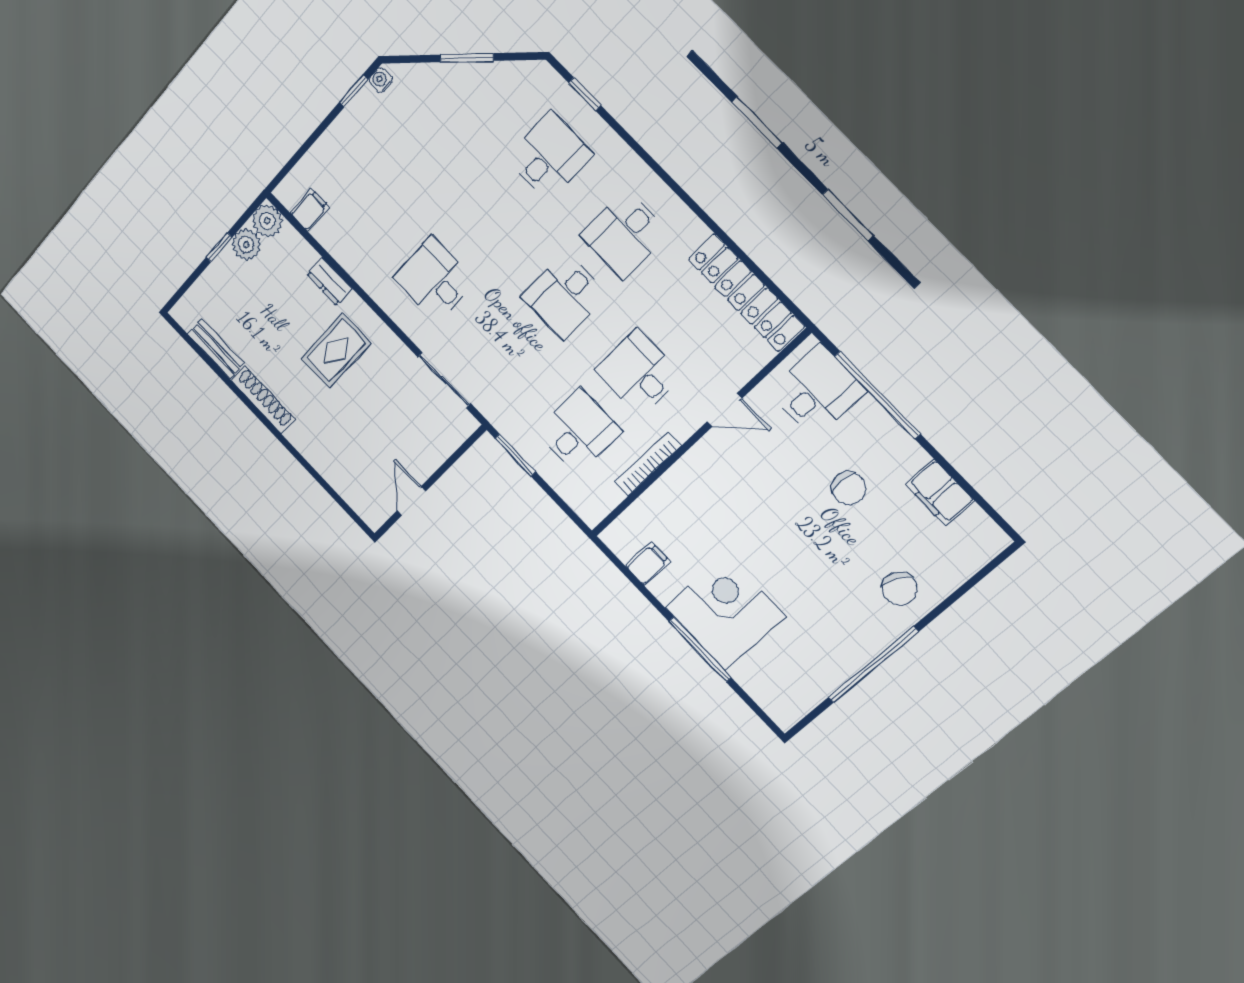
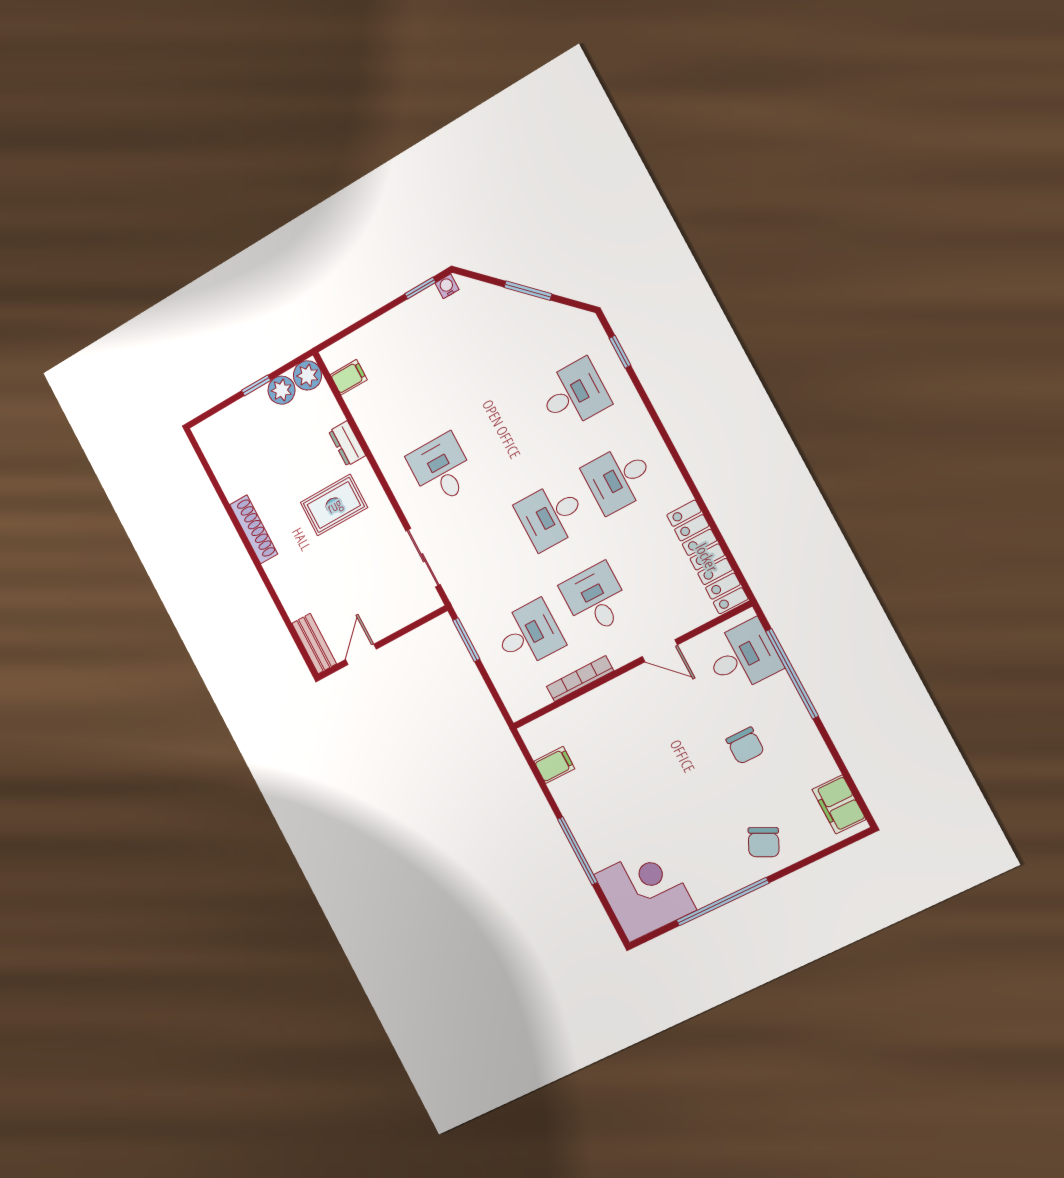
bench: (216, 349) -> (314, 644), moved
filing cabinet: (940, 493) -> (839, 804), moved
corner desk: (725, 612) -> (645, 892), moved

